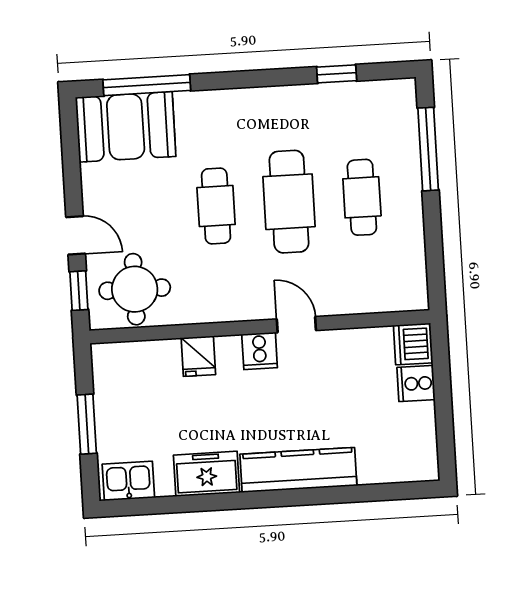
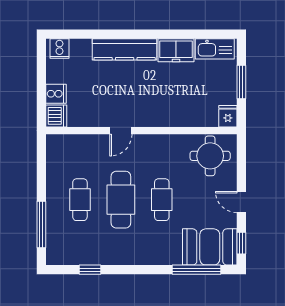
door: (76, 235) -> (241, 202), moved
window: (79, 291) -> (241, 243), moved
door: (296, 325) -> (121, 131), hinge flipped
cooker: (260, 351) -> (59, 49), moved, turned 180
fridge: (198, 356) -> (228, 116), moved
kitchen sink: (128, 481) -> (215, 49), width x1.38

